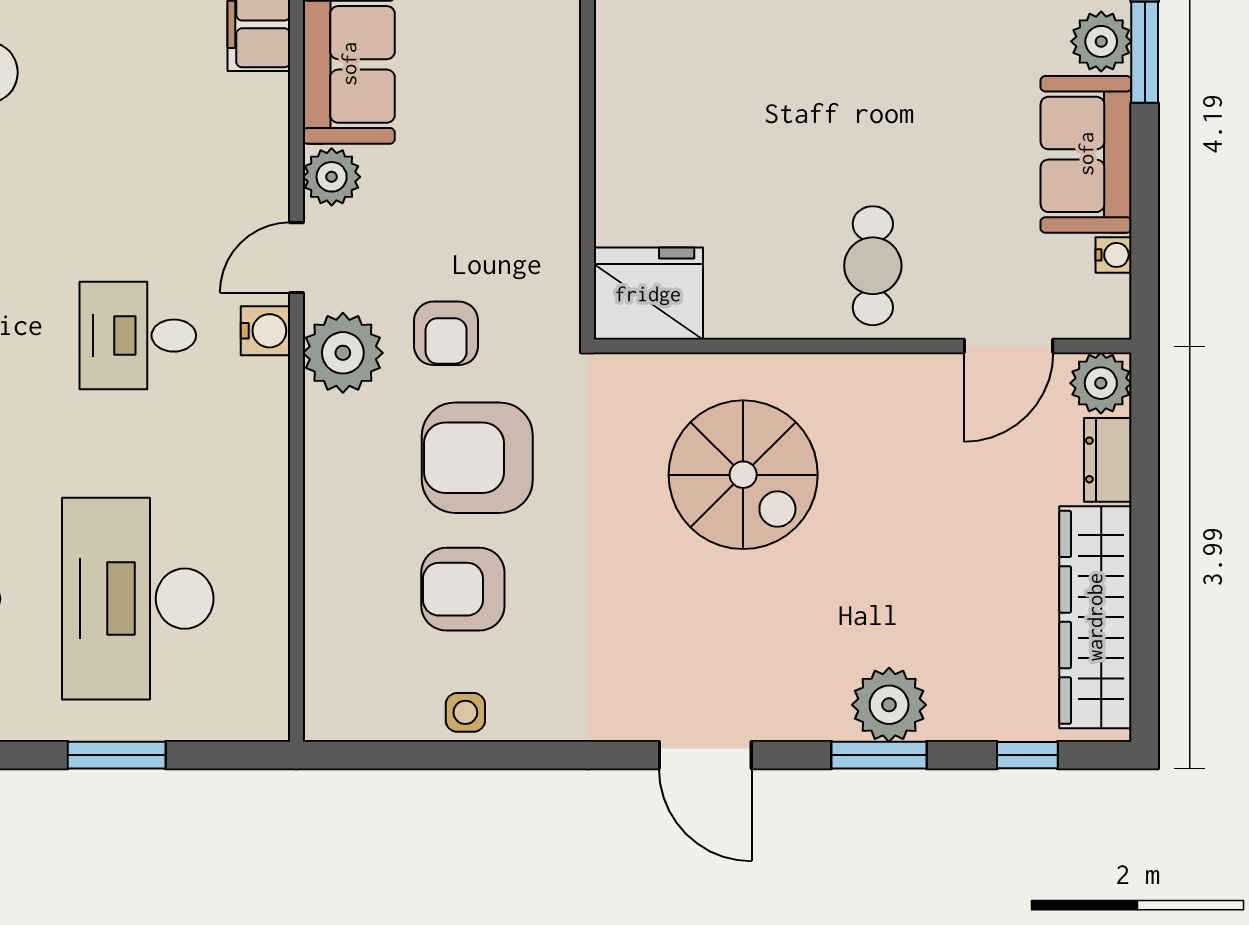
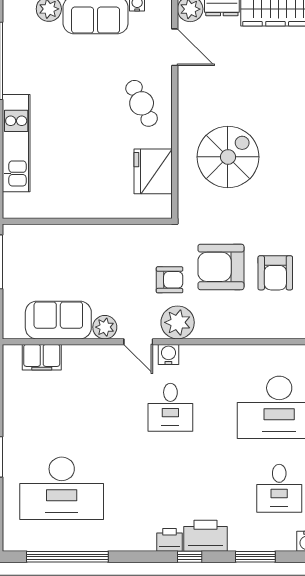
cafe table: (873, 266) -> (142, 103), turned 64
fridge: (648, 294) -> (153, 171), moved
armchair: (477, 458) -> (221, 267), turned 90

